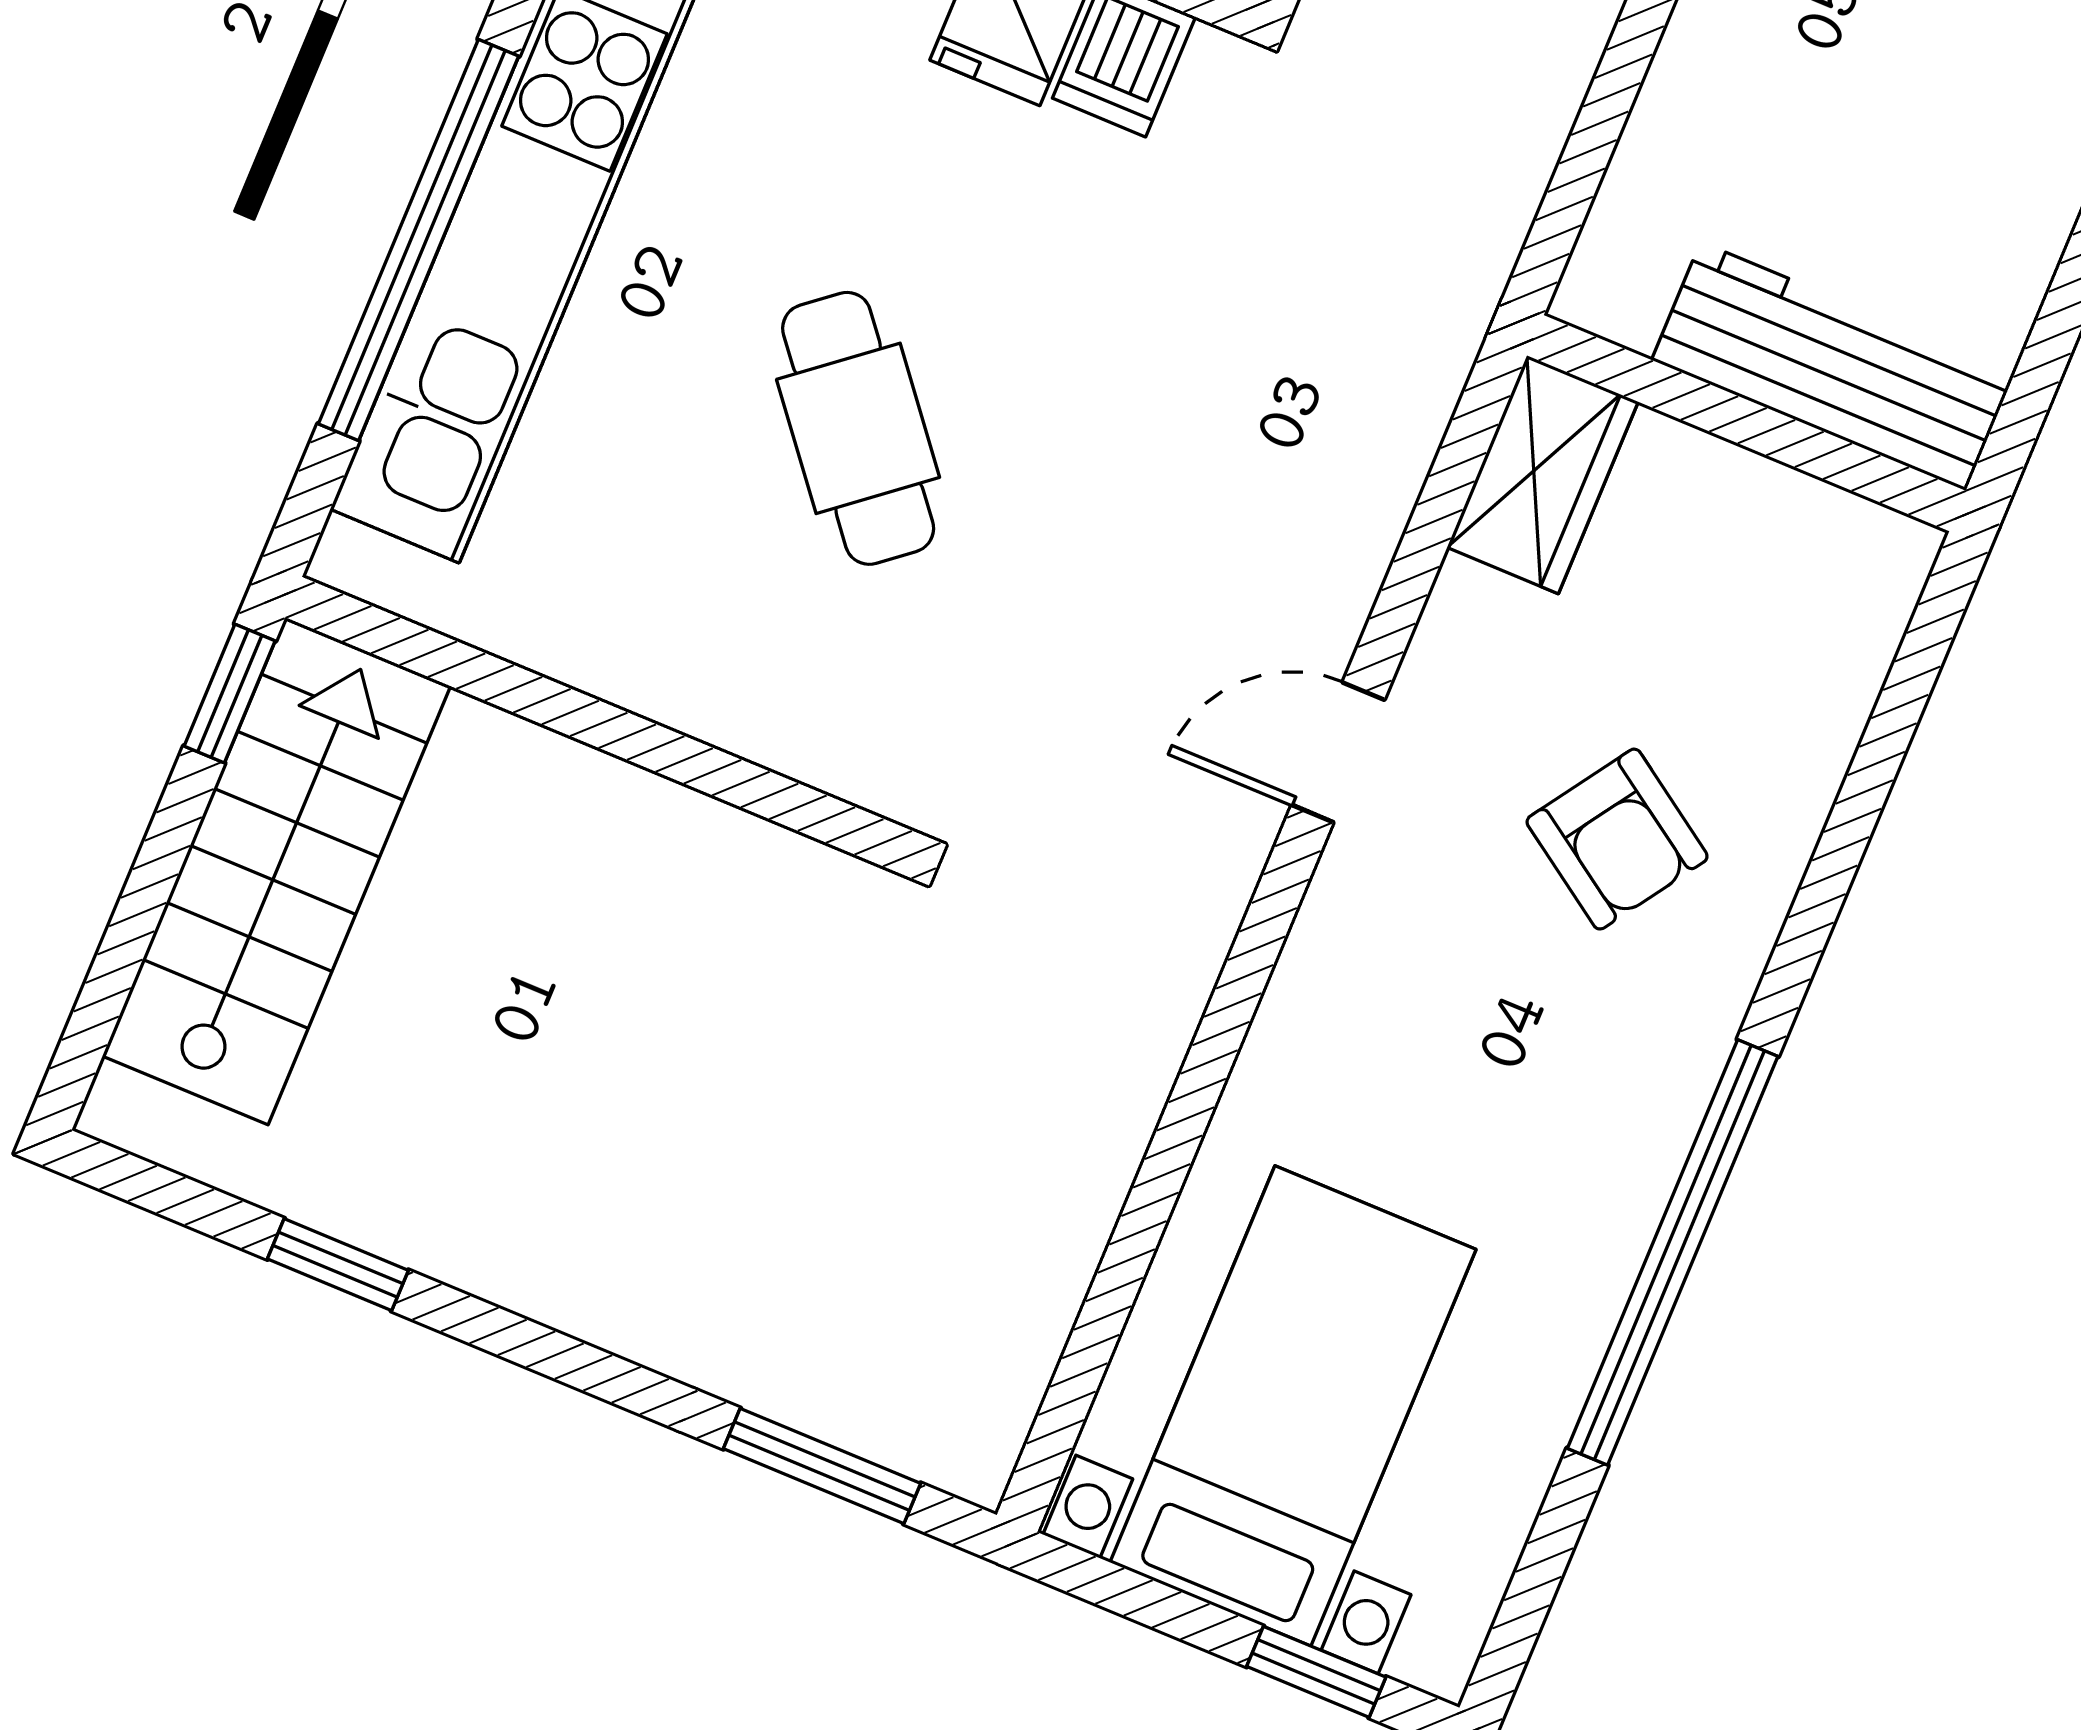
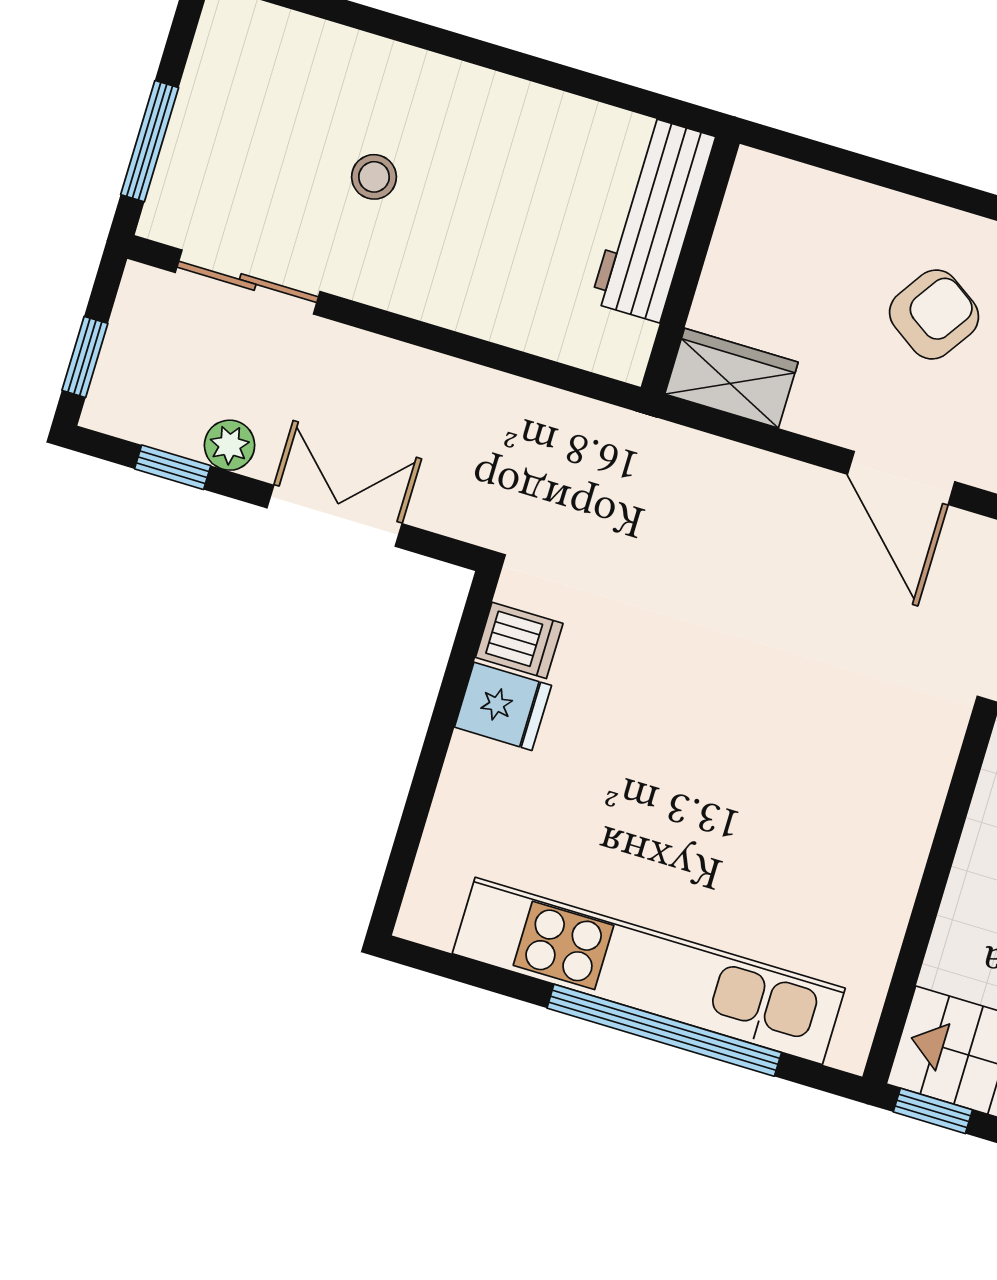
cafe table: (858, 428) -> (745, 770), removed
door: (1338, 752) -> (901, 478), width x1.38

